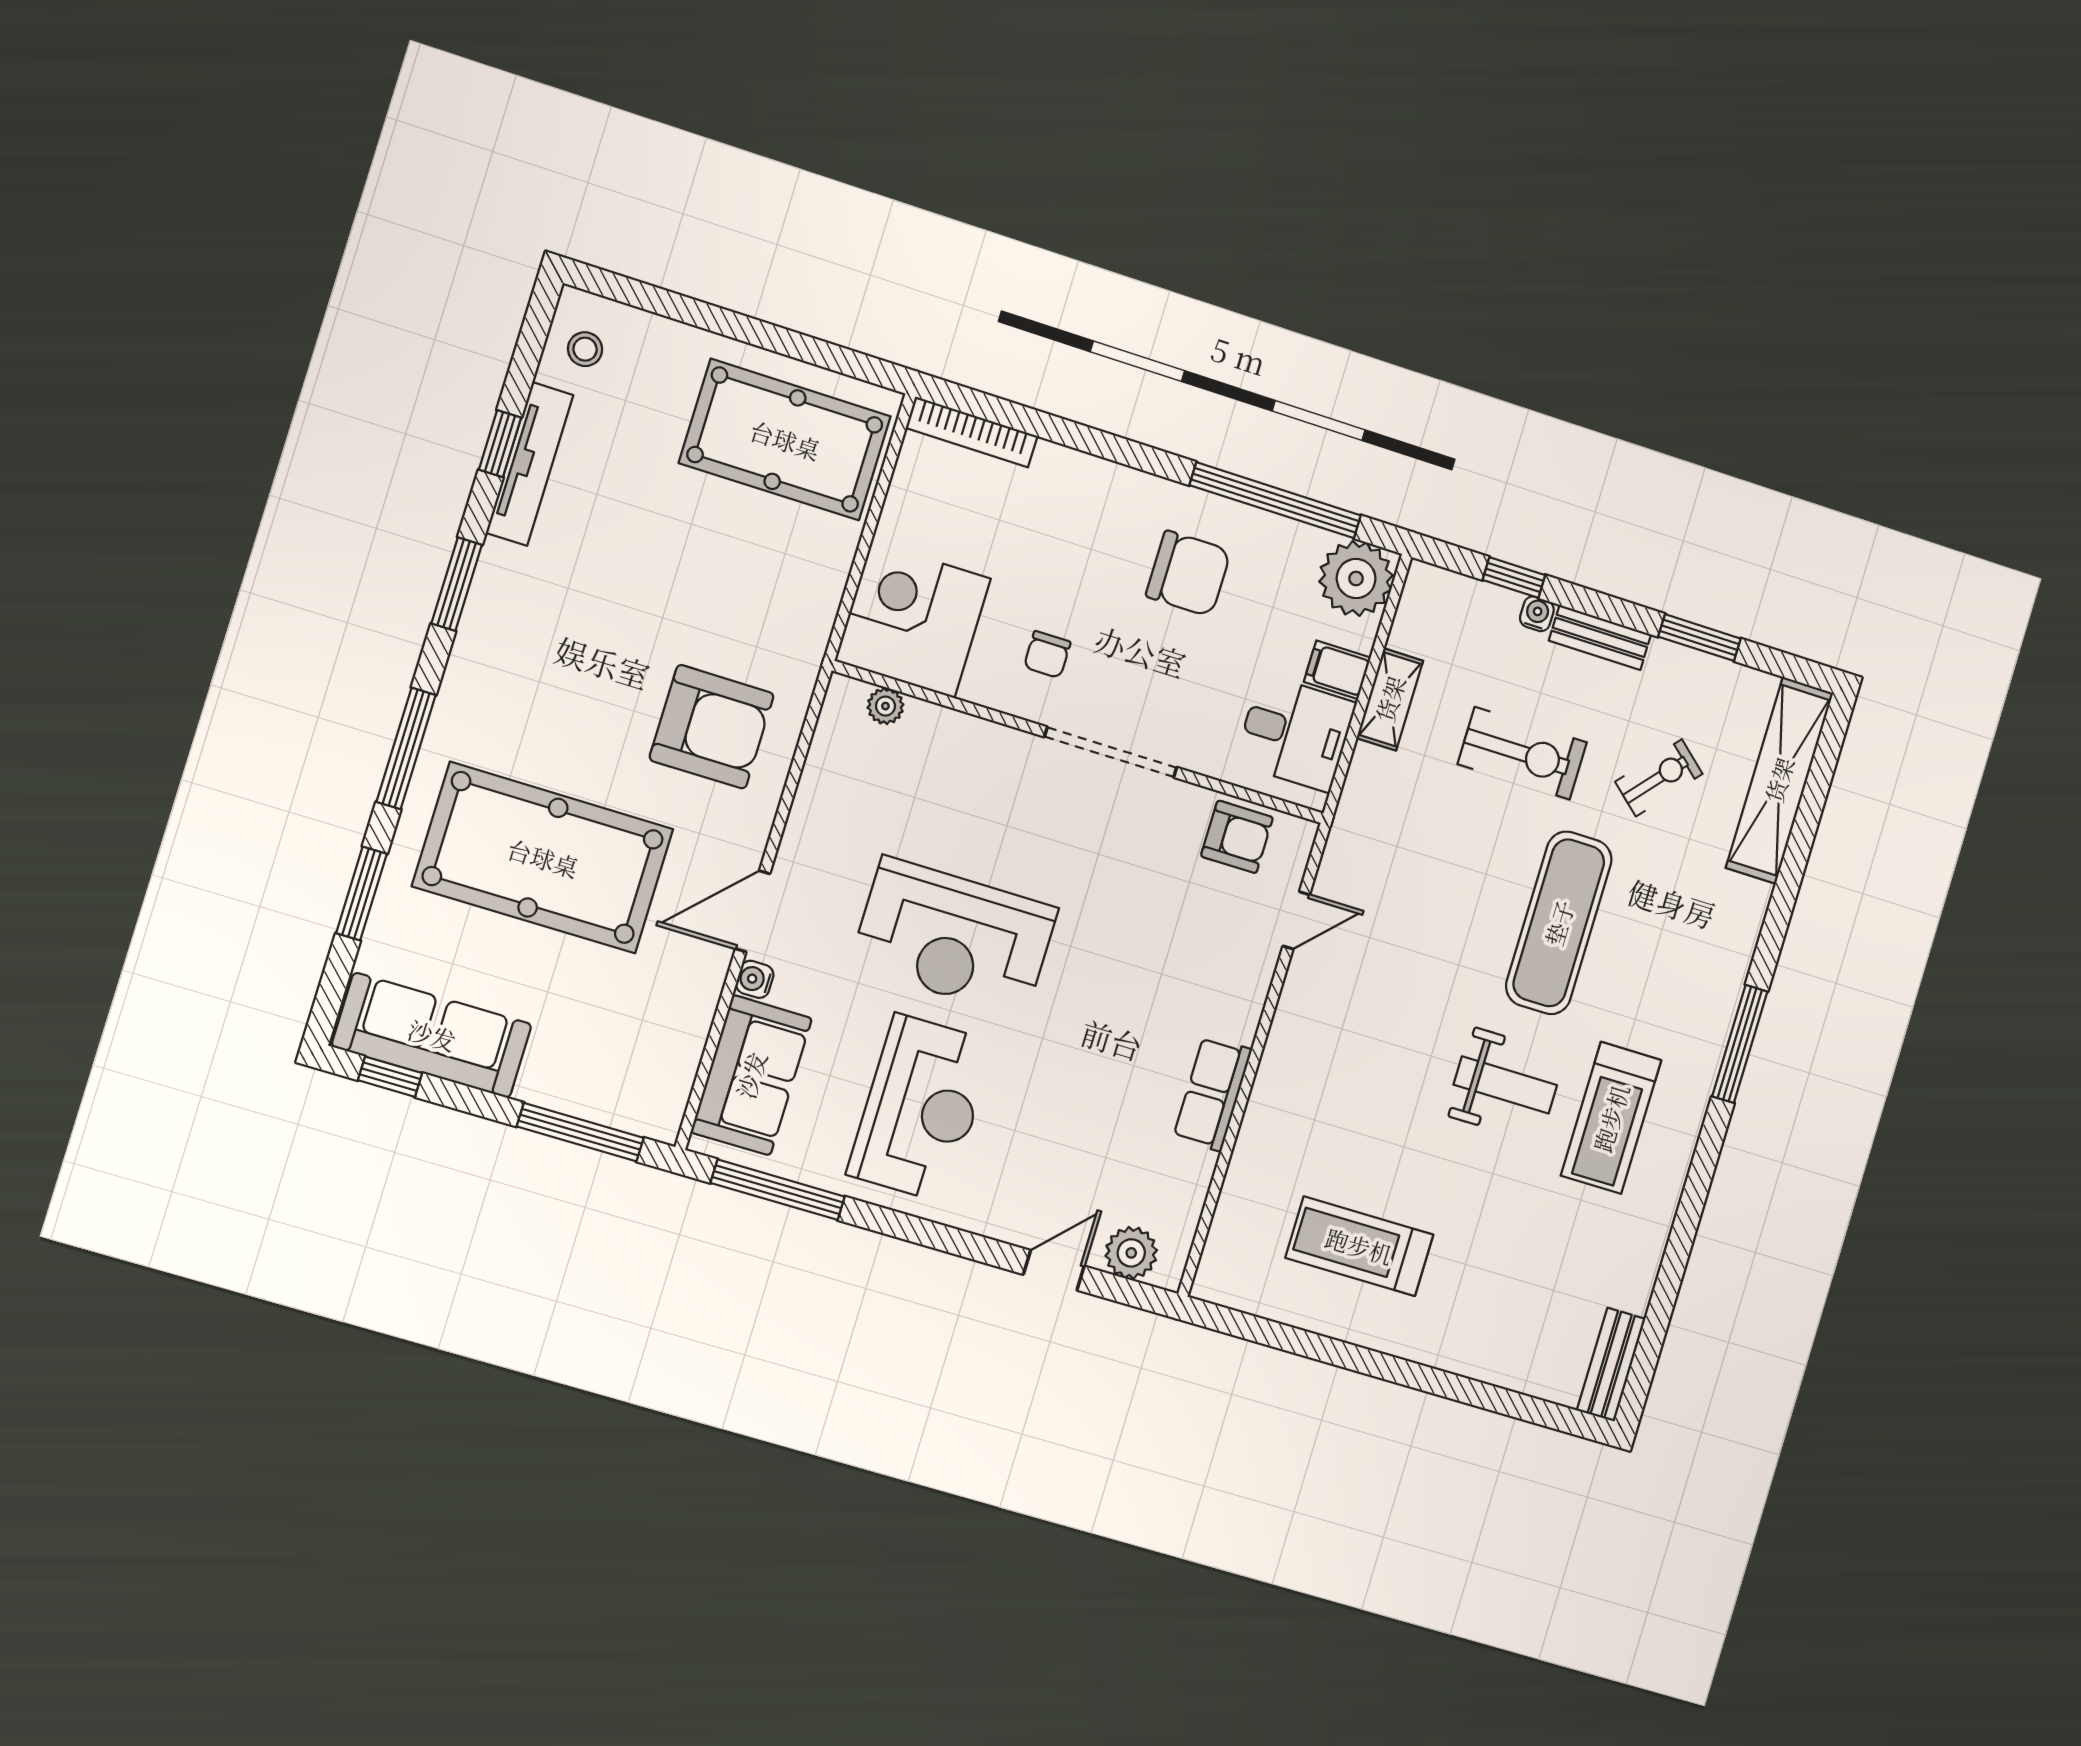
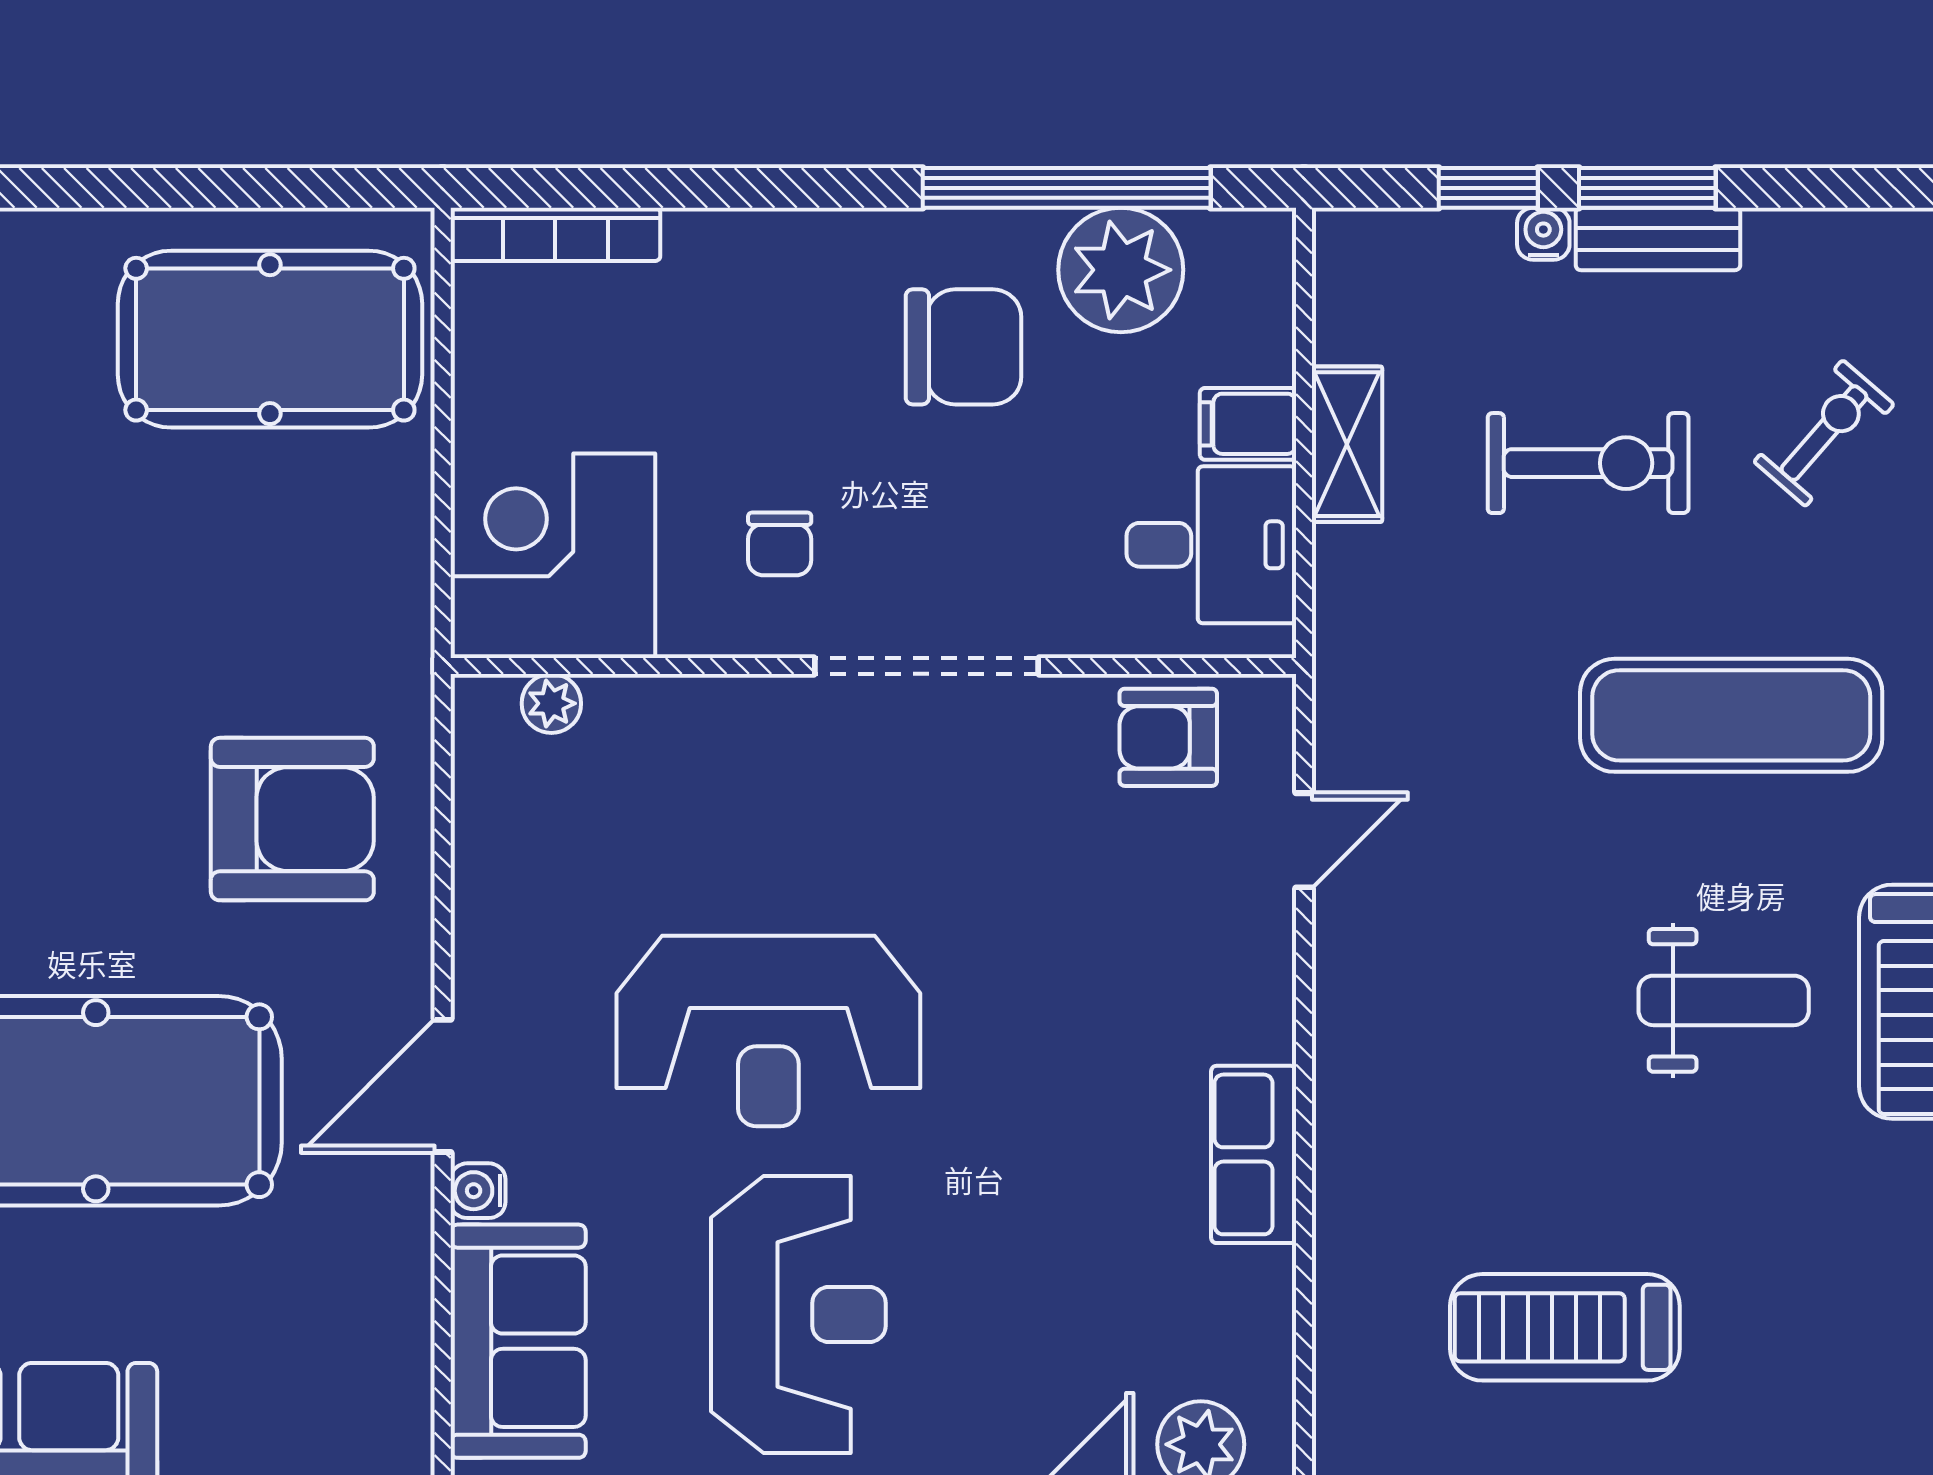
plant: (1356, 578) -> (1121, 270), moved
window: (1699, 638) -> (1647, 188), moved
armchair: (1237, 837) -> (1168, 737), turned 180
exercise mat: (1559, 923) -> (1731, 715), turned 90

